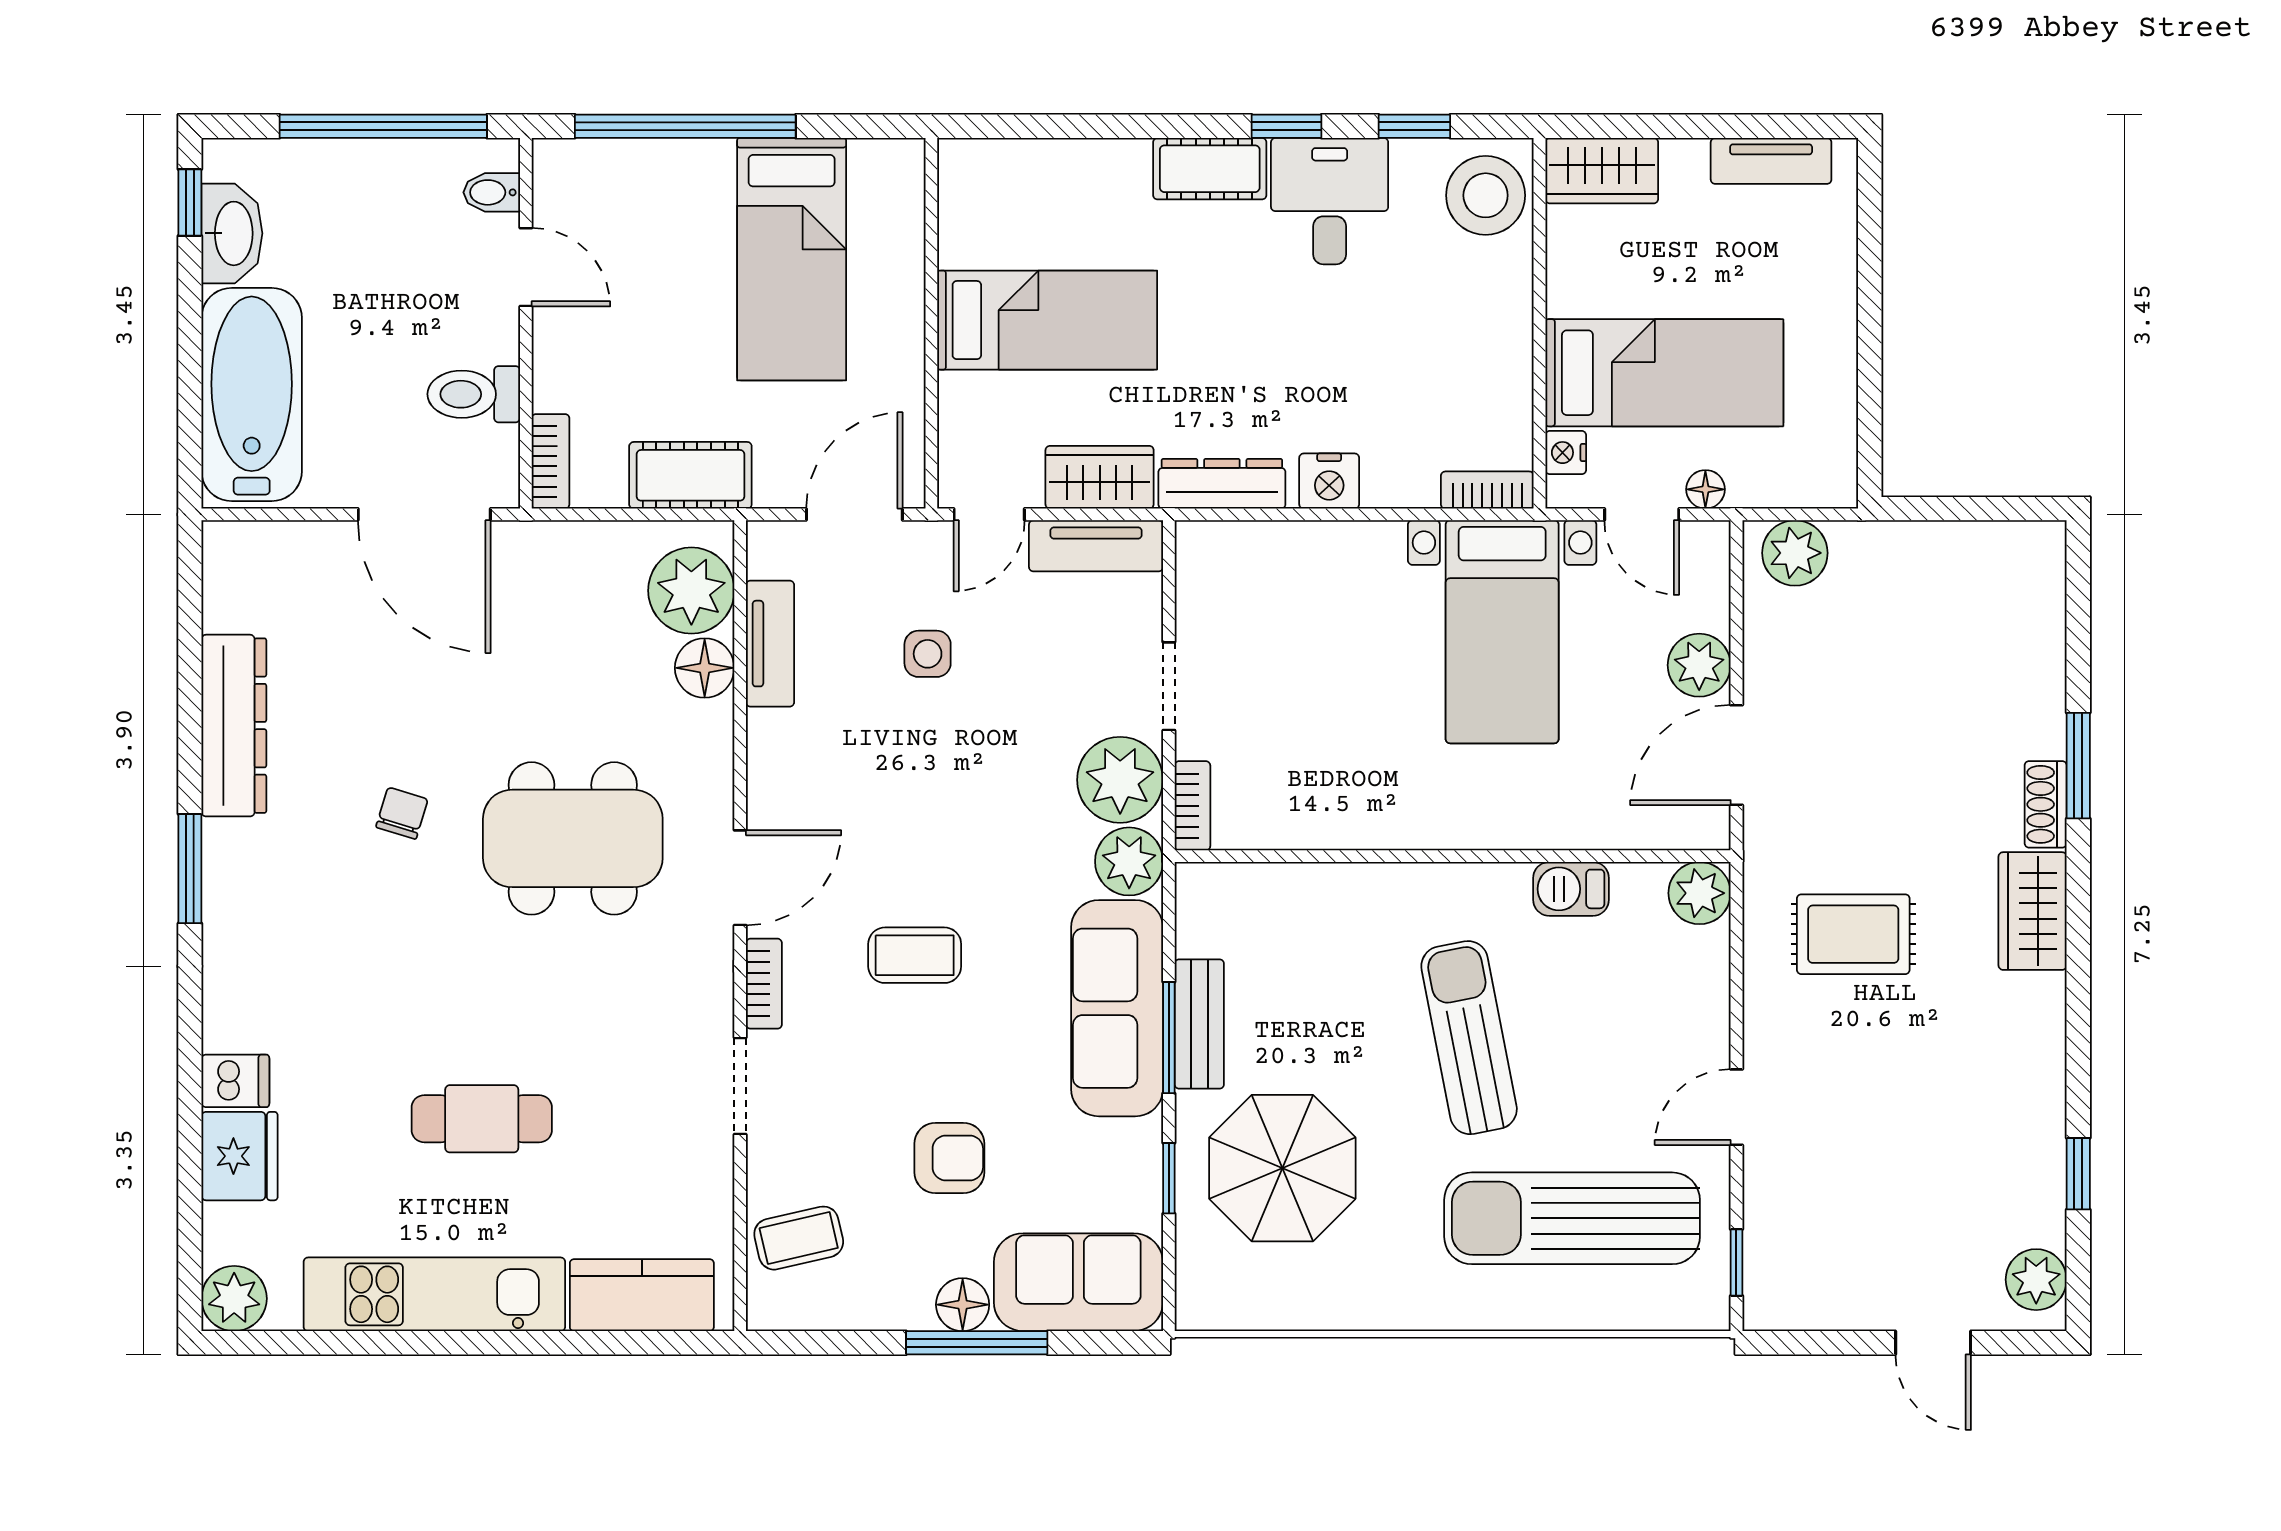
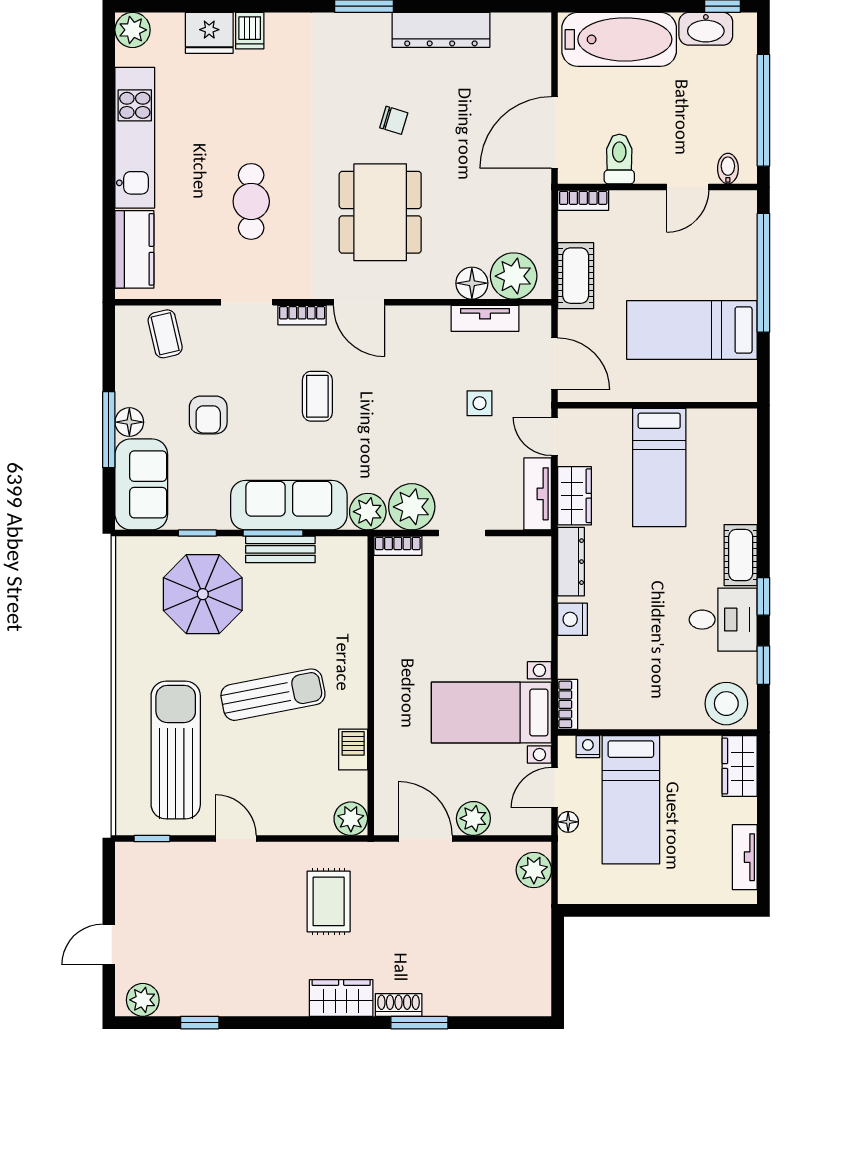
cafe table: (482, 1119) -> (251, 201), moved

